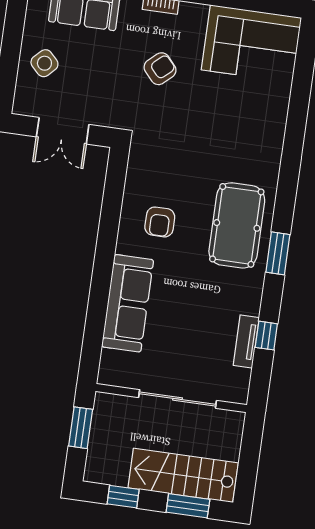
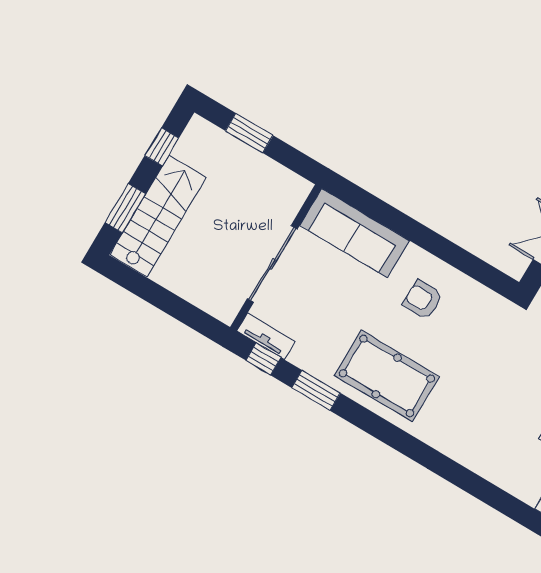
window: (278, 253) -> (316, 390), moved
wall: (171, 398) -> (276, 258), moved
sliding door: (178, 399) -> (272, 264), moved

